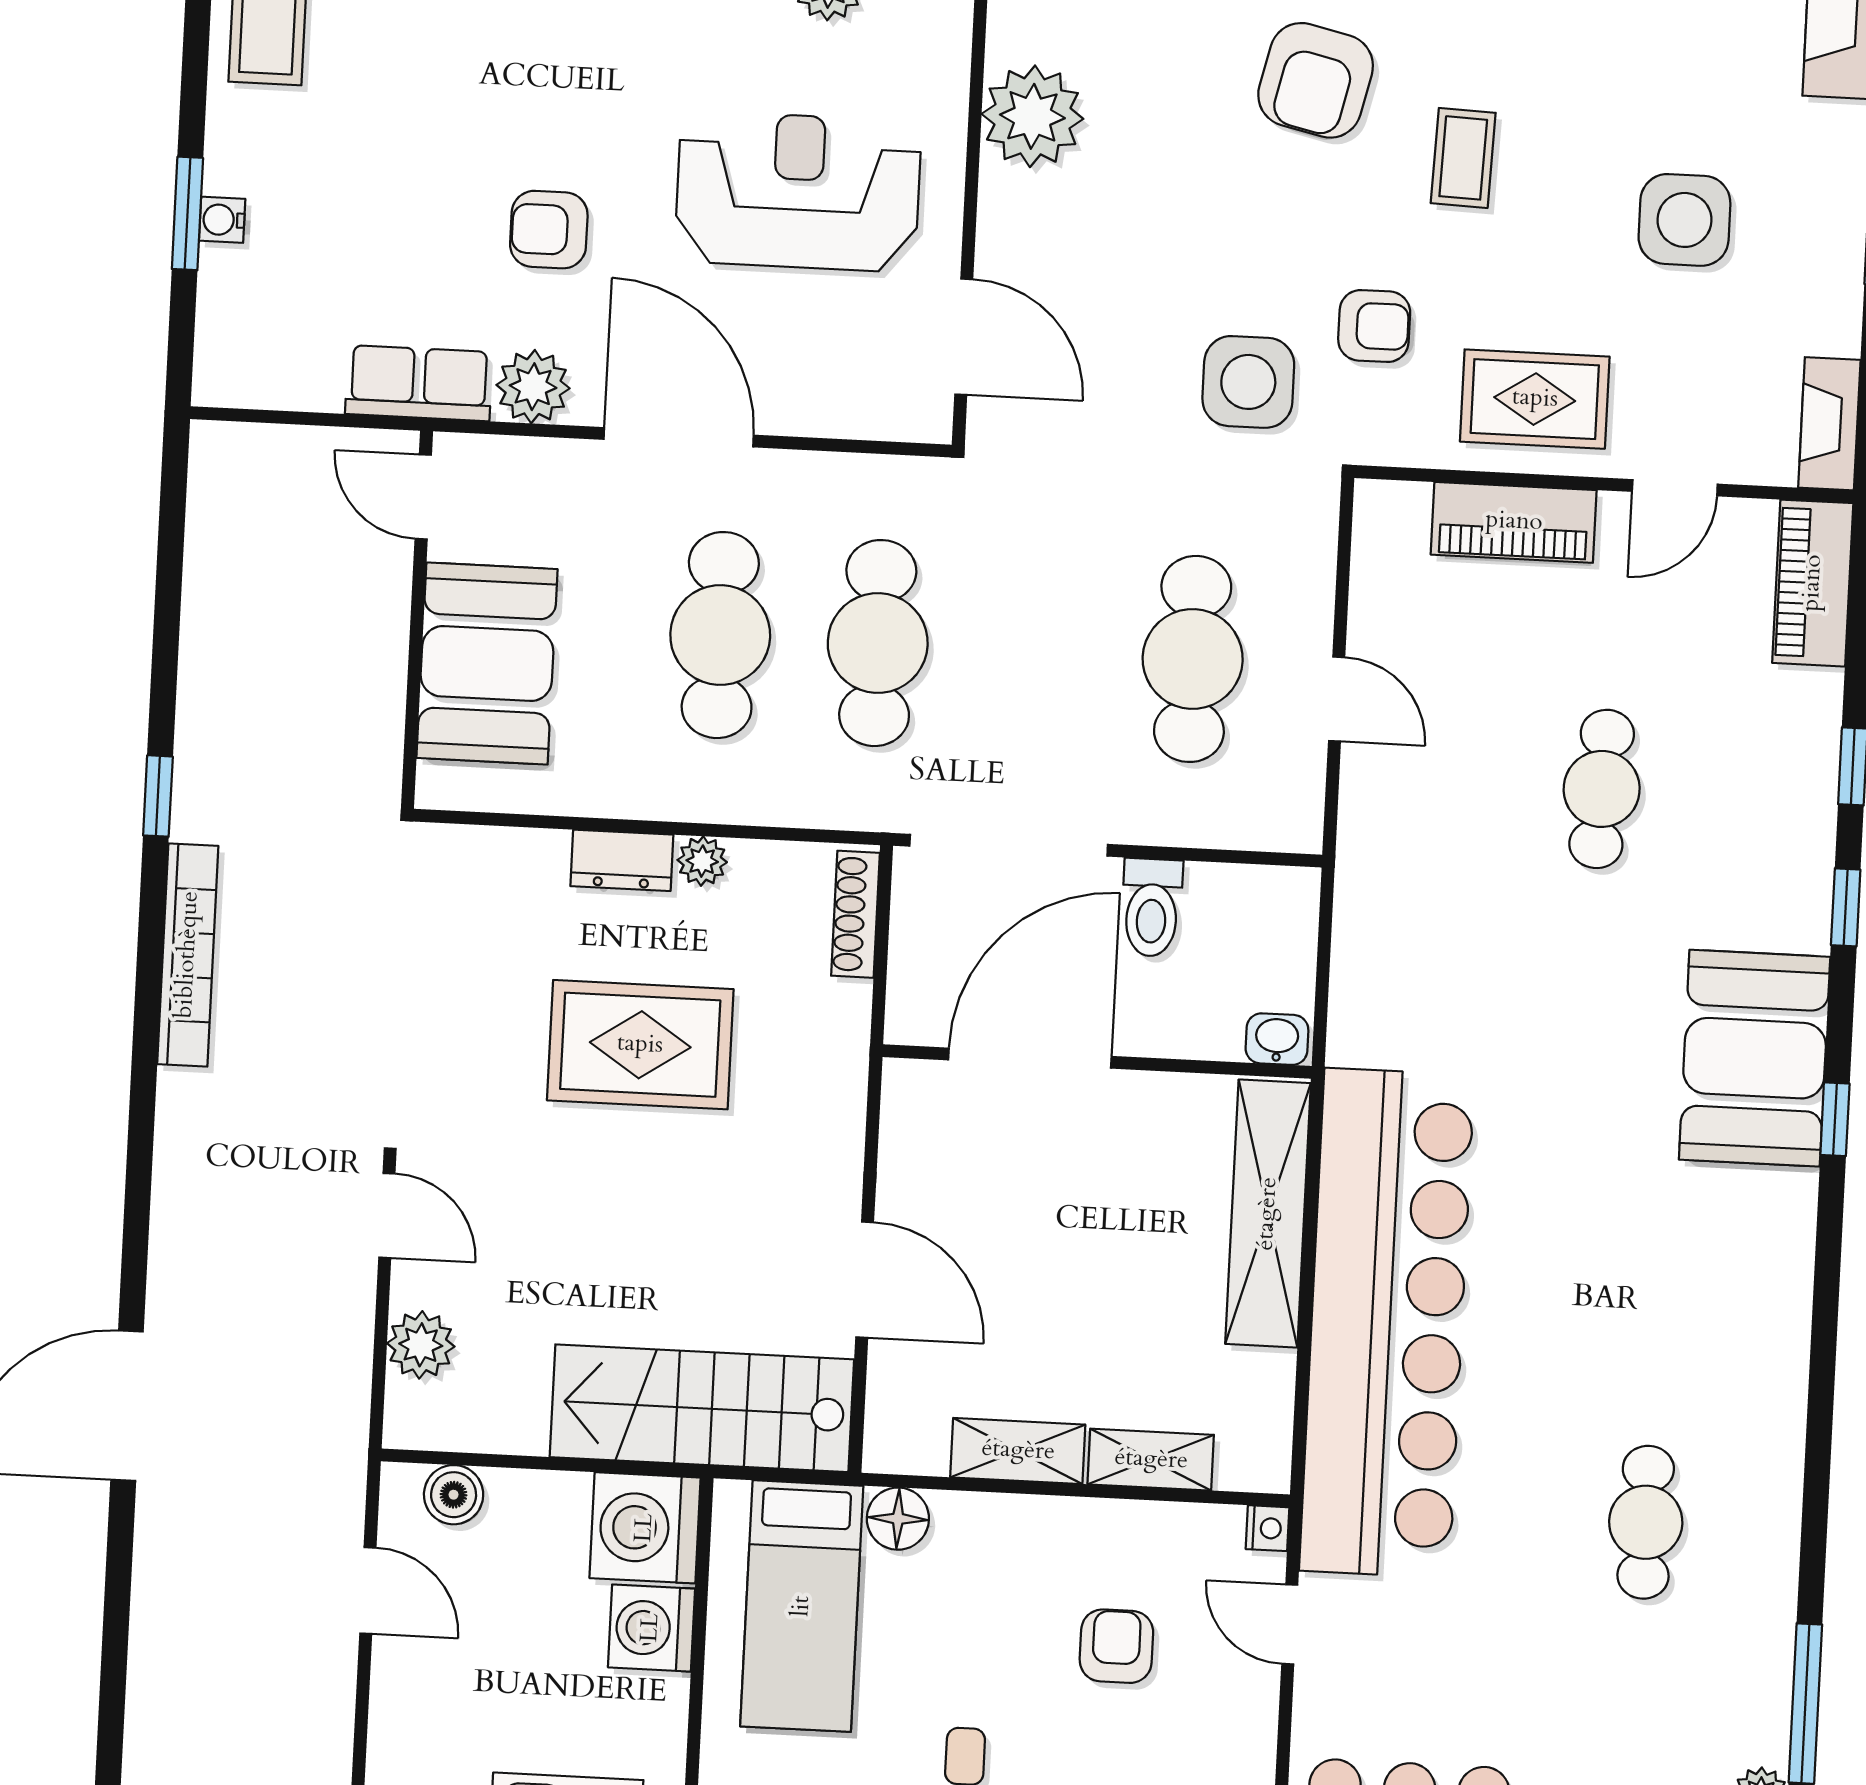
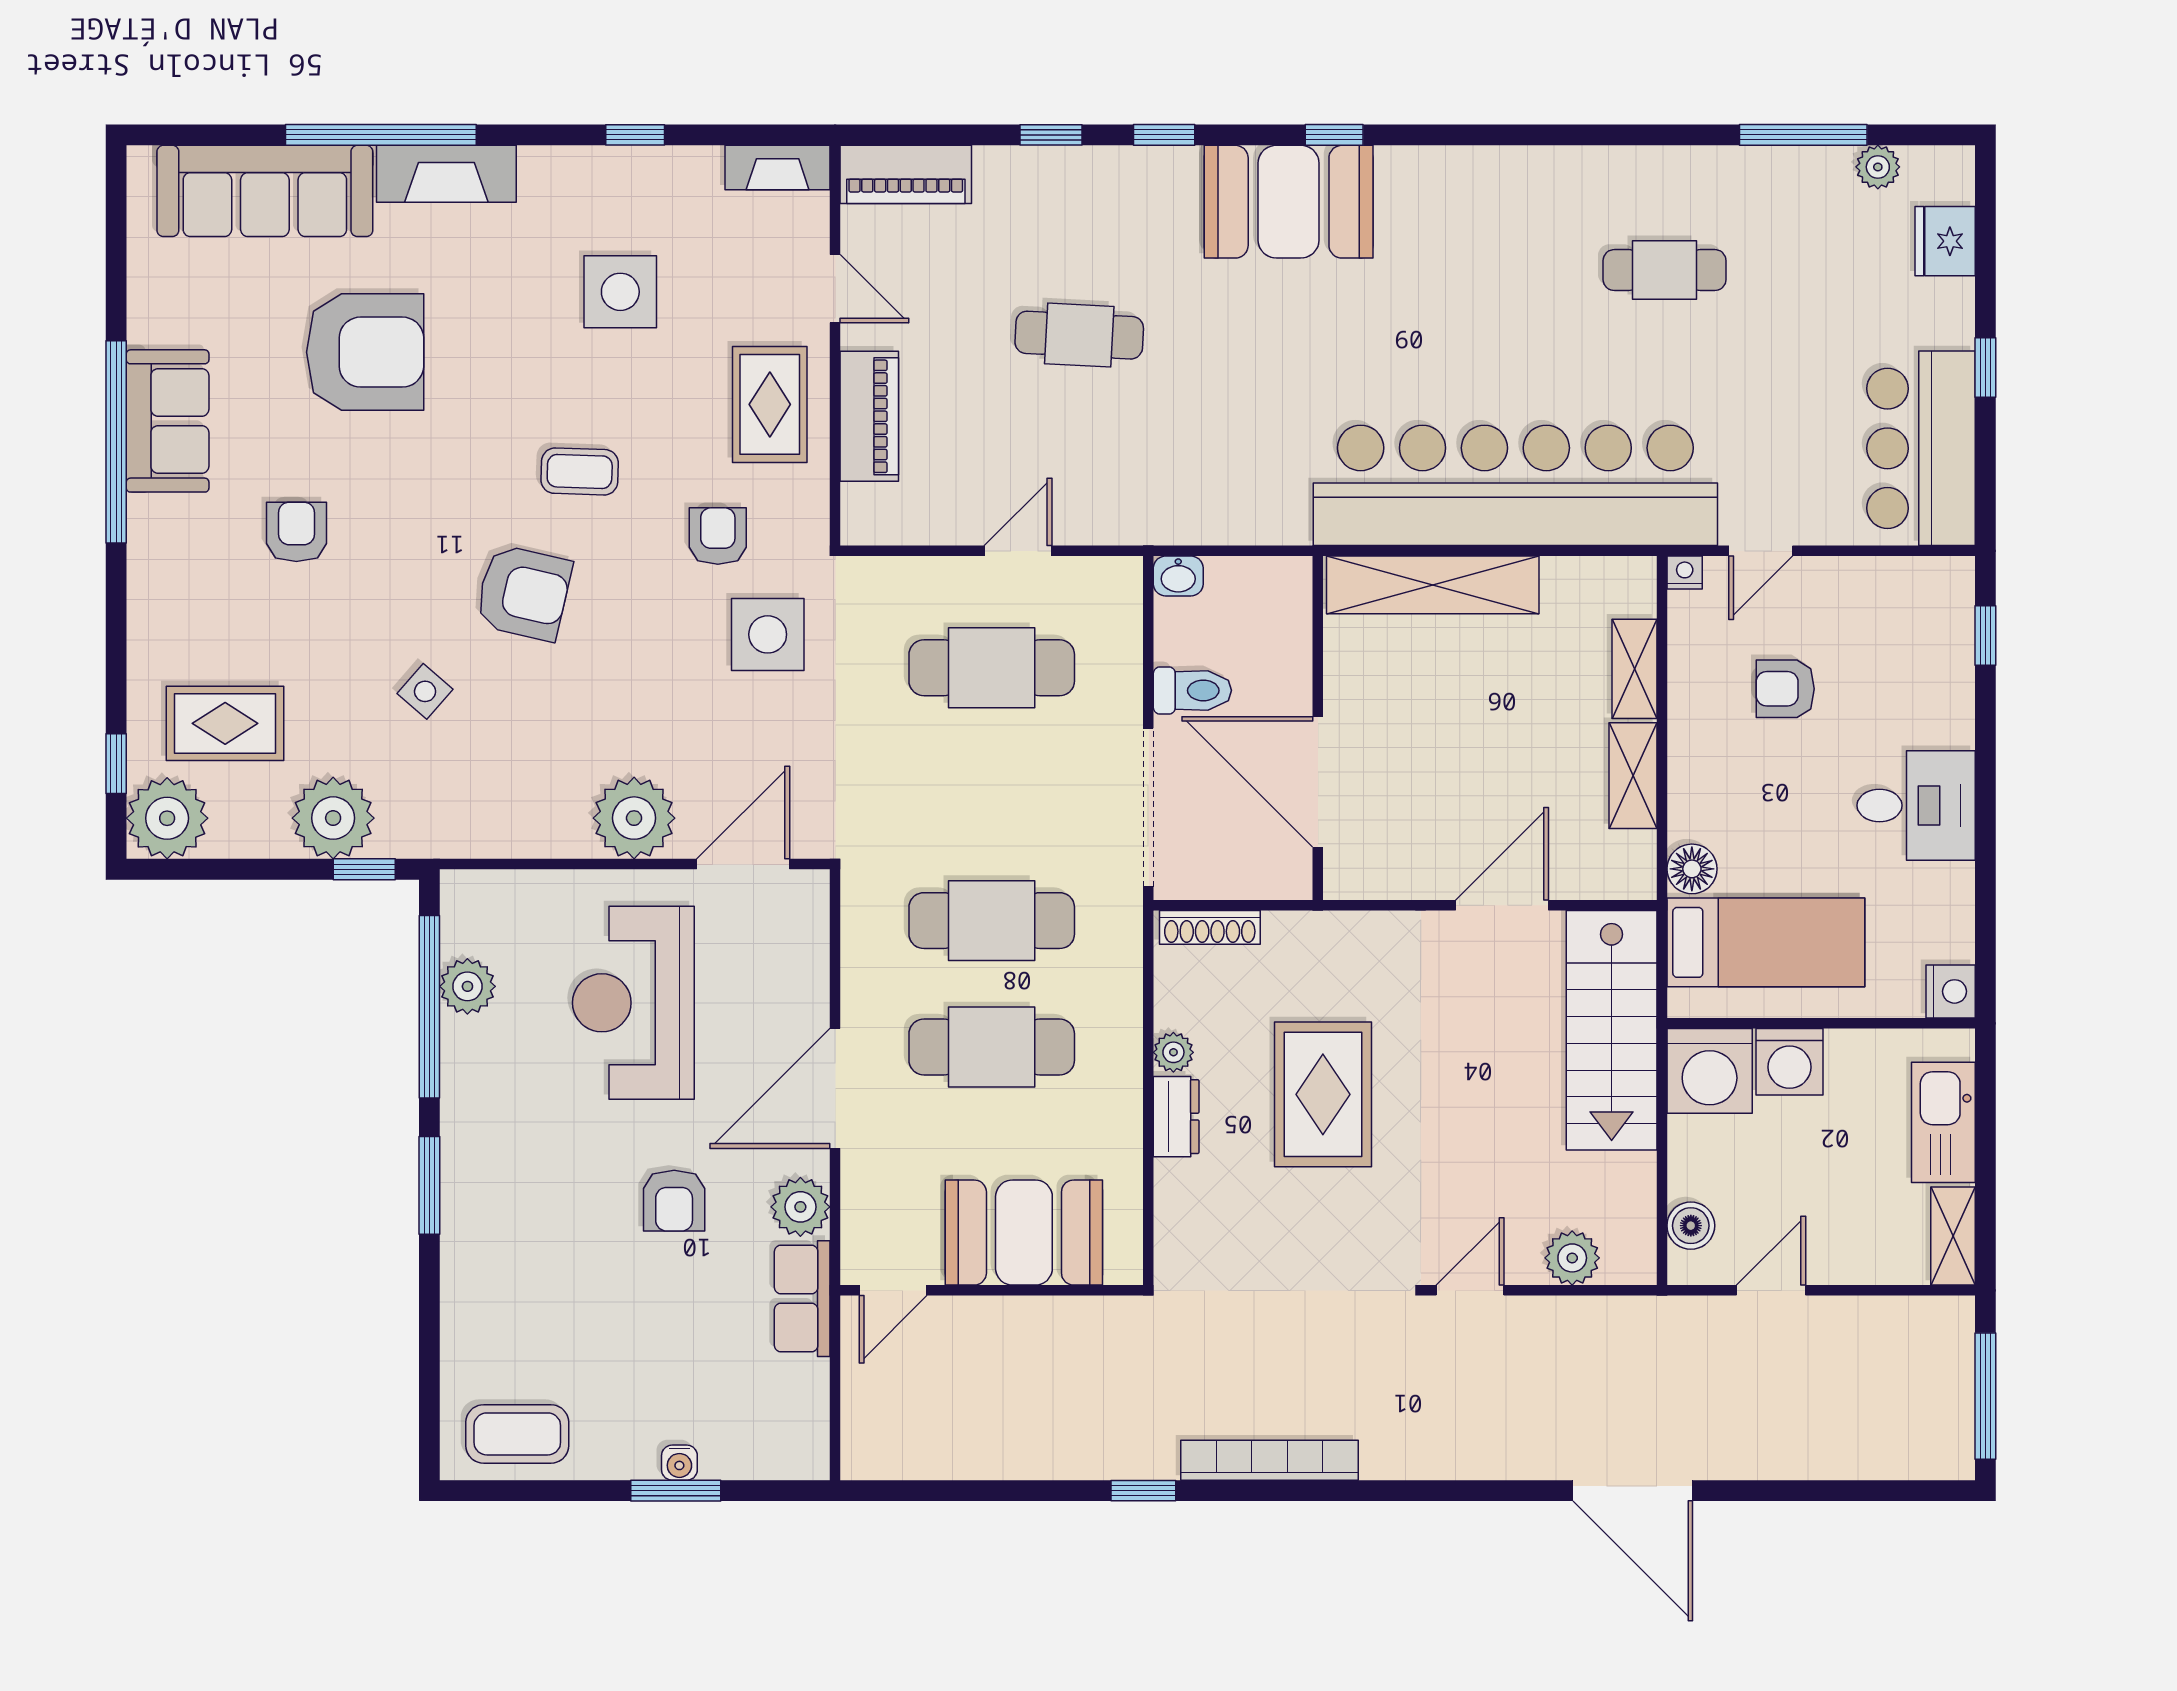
plant: (1032, 116) -> (634, 818), moved
washbasin: (1277, 1039) -> (1178, 576), moved, turned -90

